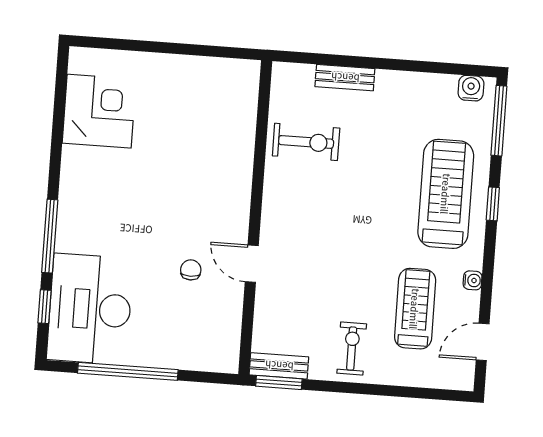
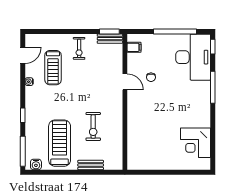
exercise bike: (306, 142) -> (93, 127), moved, turned -90
treadmill: (446, 194) -> (60, 143), moved, turned 180
window: (45, 307) -> (213, 47), moved
filing cabinet: (225, 342) -> (134, 47), added

